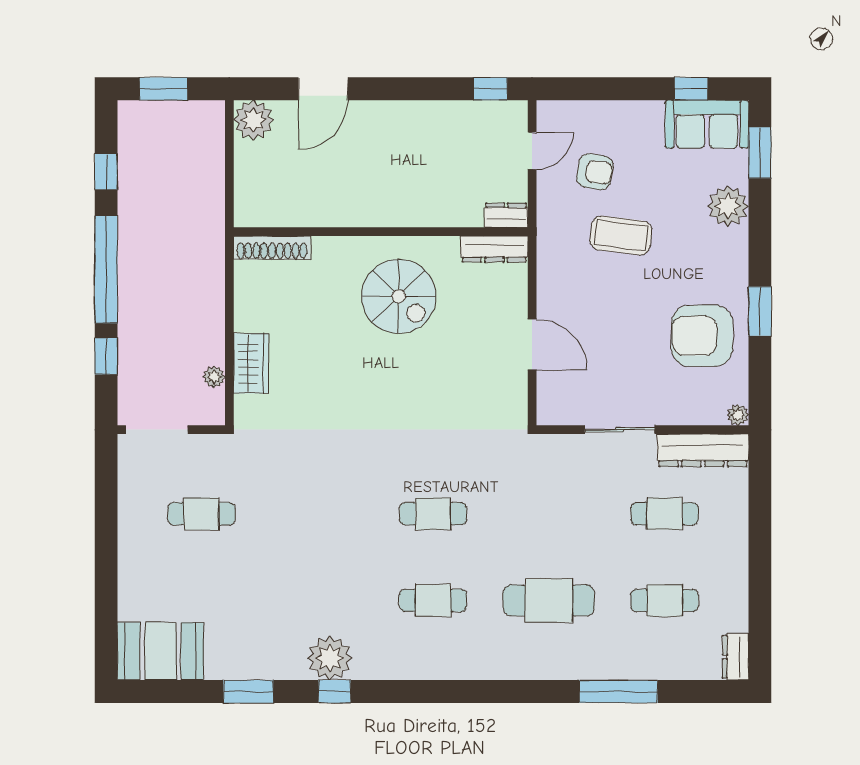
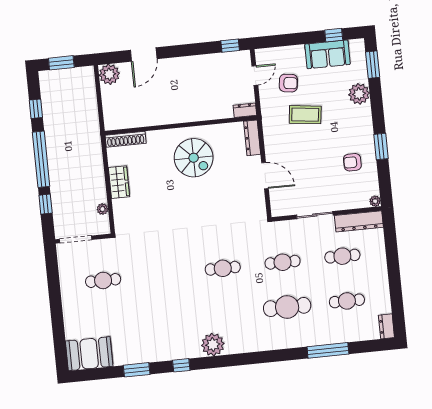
sofa: (707, 124) -> (327, 54), moved
dresser: (494, 249) -> (252, 138), moved, turned 90
armchair: (702, 336) -> (352, 162), width x0.53, depth x0.53
wardrobe: (251, 363) -> (119, 182), moved
cafe table: (433, 600) -> (283, 262), moved
plant: (330, 658) -> (213, 345), moved

